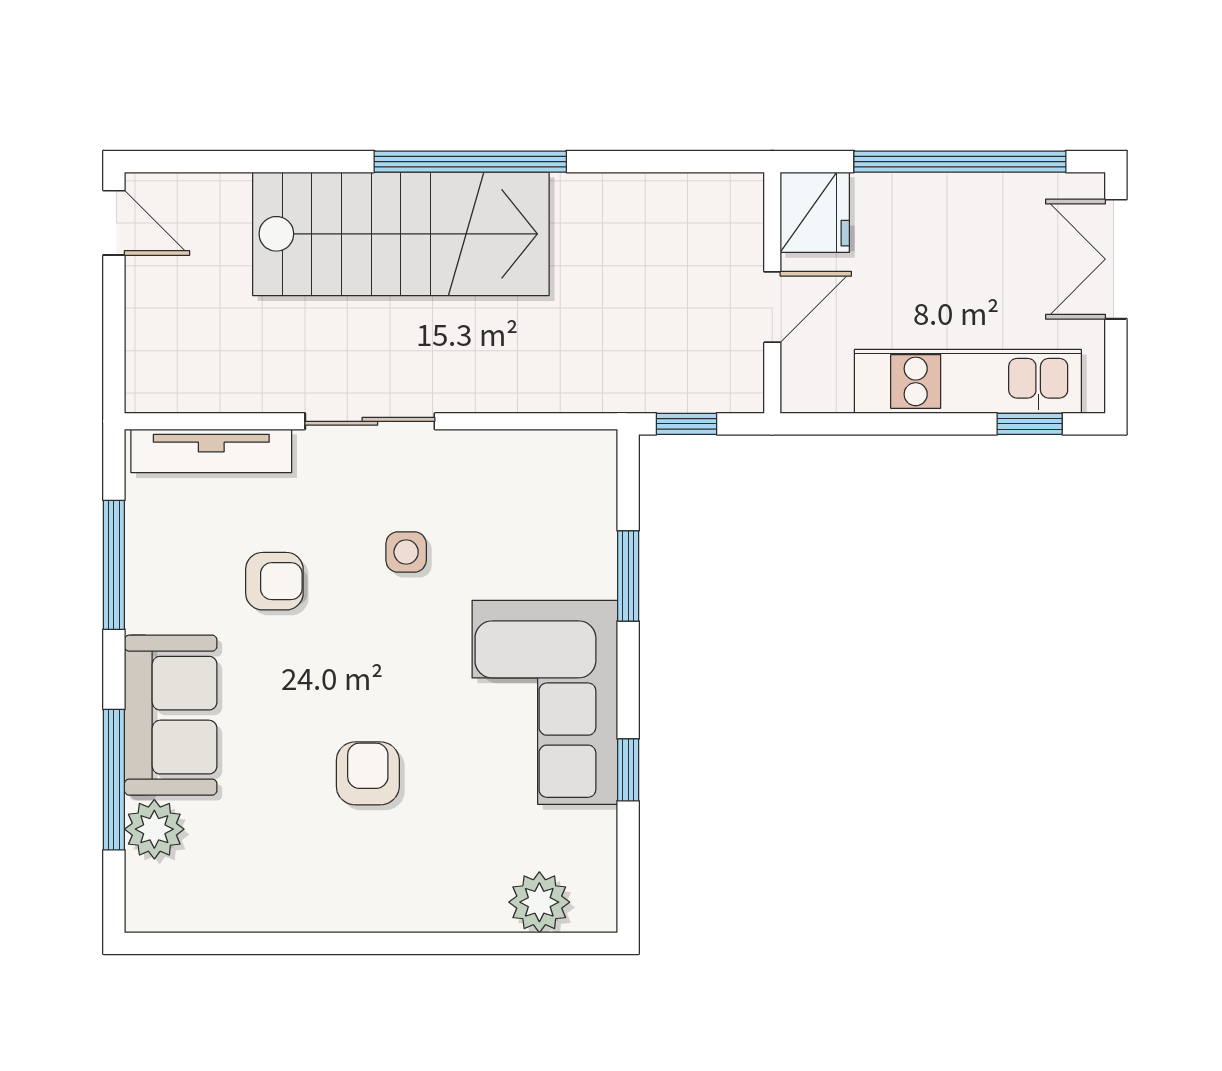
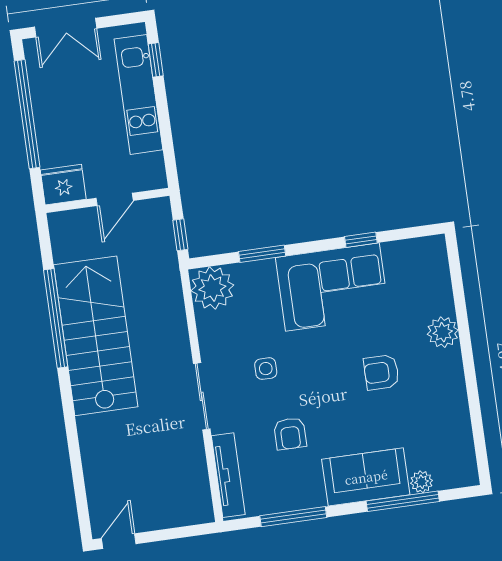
window: (470, 162) -> (56, 318), moved
stairs: (401, 234) -> (96, 336), moved
door: (772, 307) -> (115, 199), swing flipped
plant: (576, 471) -> (212, 288), added
armchair: (274, 581) -> (290, 434), turned 180
plant: (154, 829) -> (422, 482), width x0.73, depth x0.73
plant: (539, 902) -> (443, 332), moved

